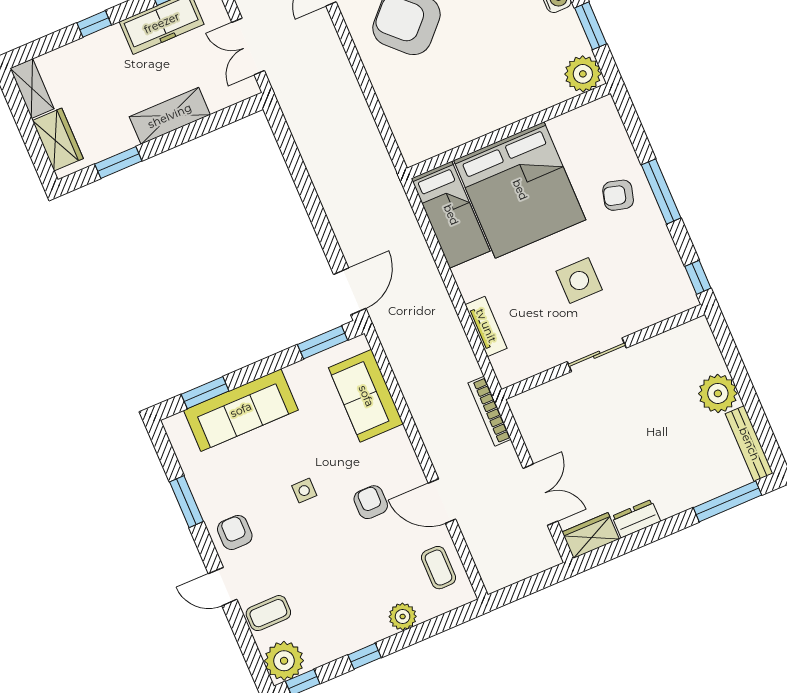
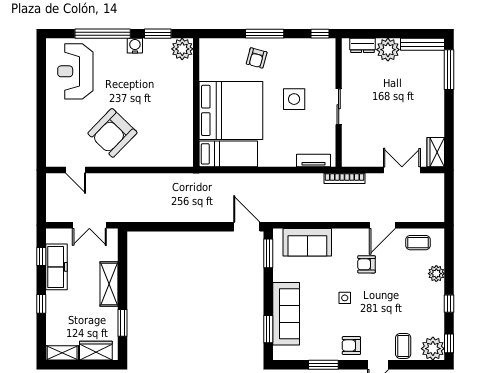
tv unit: (486, 326) -> (313, 161), moved
dresser: (636, 519) -> (363, 45), moved, turned -90

